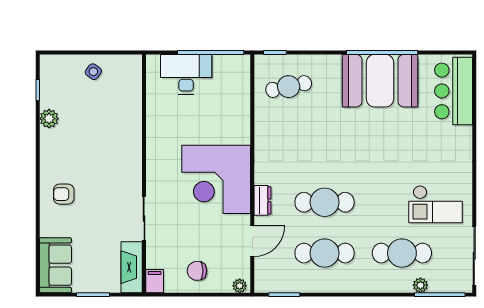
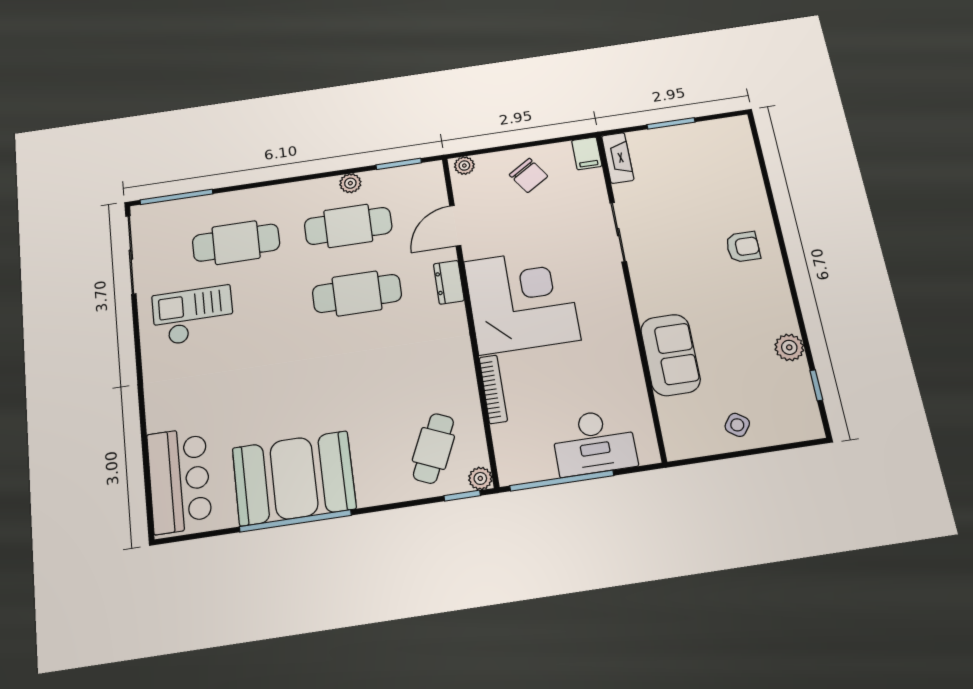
plant: (262, 62) -> (480, 478), added
cafe table: (289, 87) -> (433, 448), turned -54
bookcase: (244, 120) -> (493, 389), added
sofa: (55, 265) -> (670, 355), moved, turned 180
fireplace: (132, 267) -> (618, 158), width x0.73, depth x0.76
chair: (197, 271) -> (529, 175), turned 57
plant: (420, 285) -> (350, 183), moved

